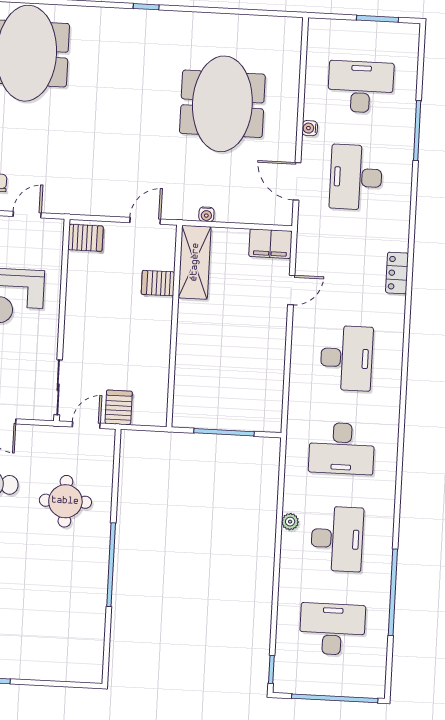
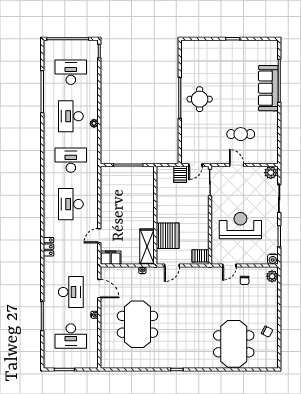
server rack: (158, 283) -> (168, 236), width x2.18, depth x1.44
round table: (65, 501) -> (200, 99), moved
desk: (332, 629) -> (71, 72), turned 180

